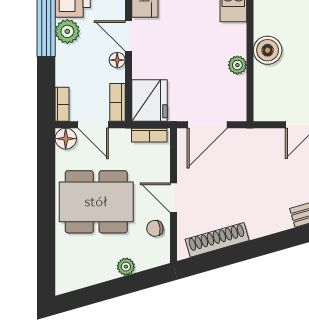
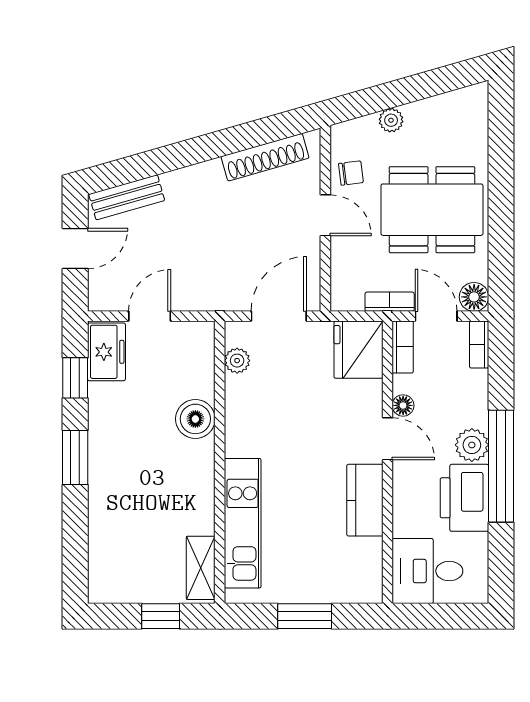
plant: (237, 65) -> (237, 361), moved
bookcase: (149, 135) -> (390, 302), moved

